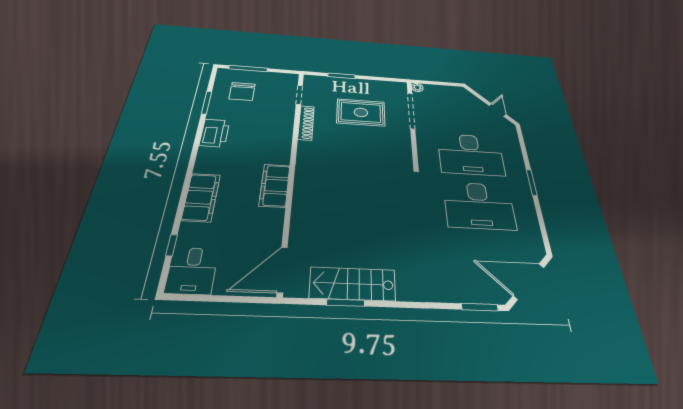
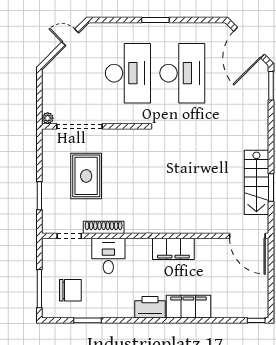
printer: (215, 133) -> (150, 307), moved
window: (172, 245) -> (256, 320), moved
desk: (192, 271) -> (108, 256), moved, turned -90

